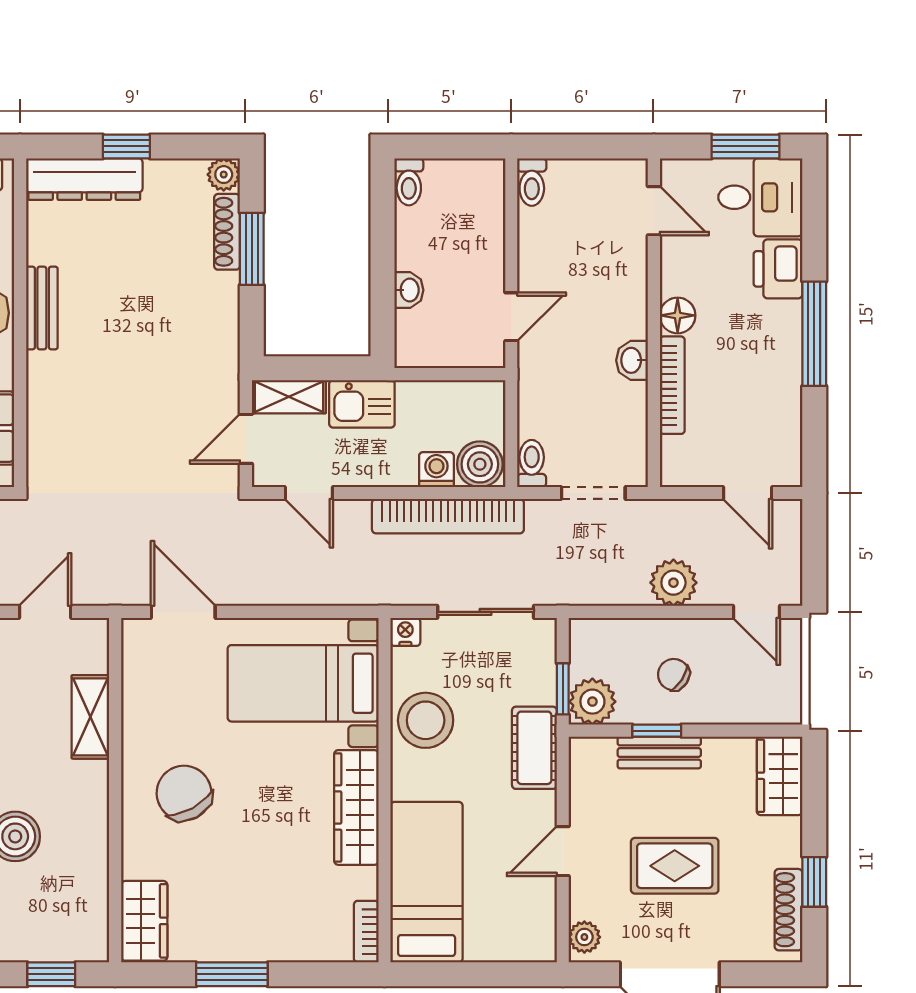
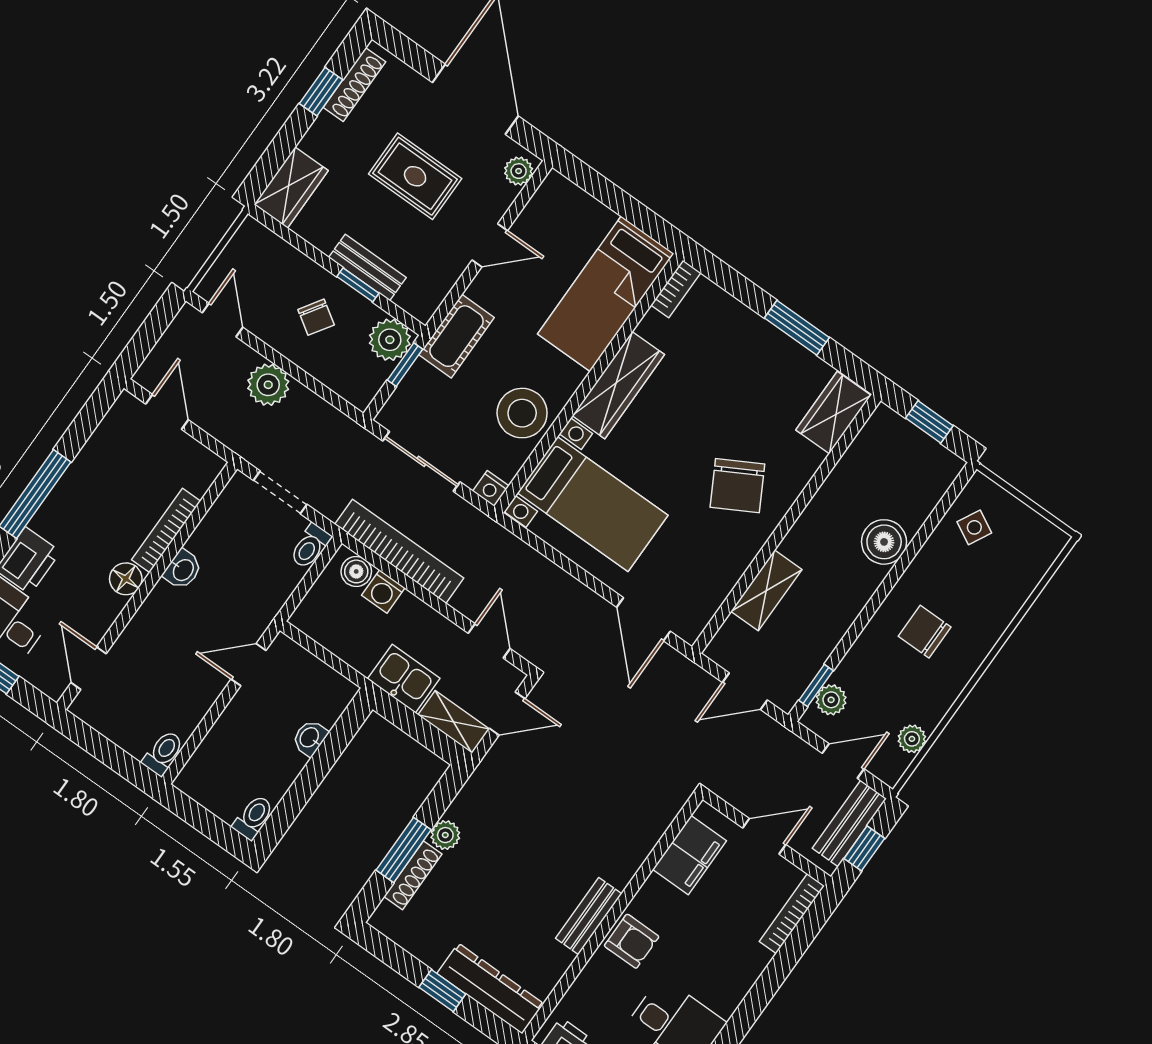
plant: (224, 175) -> (445, 835), moved
boiler: (480, 464) -> (356, 571), width x0.73, depth x0.73

